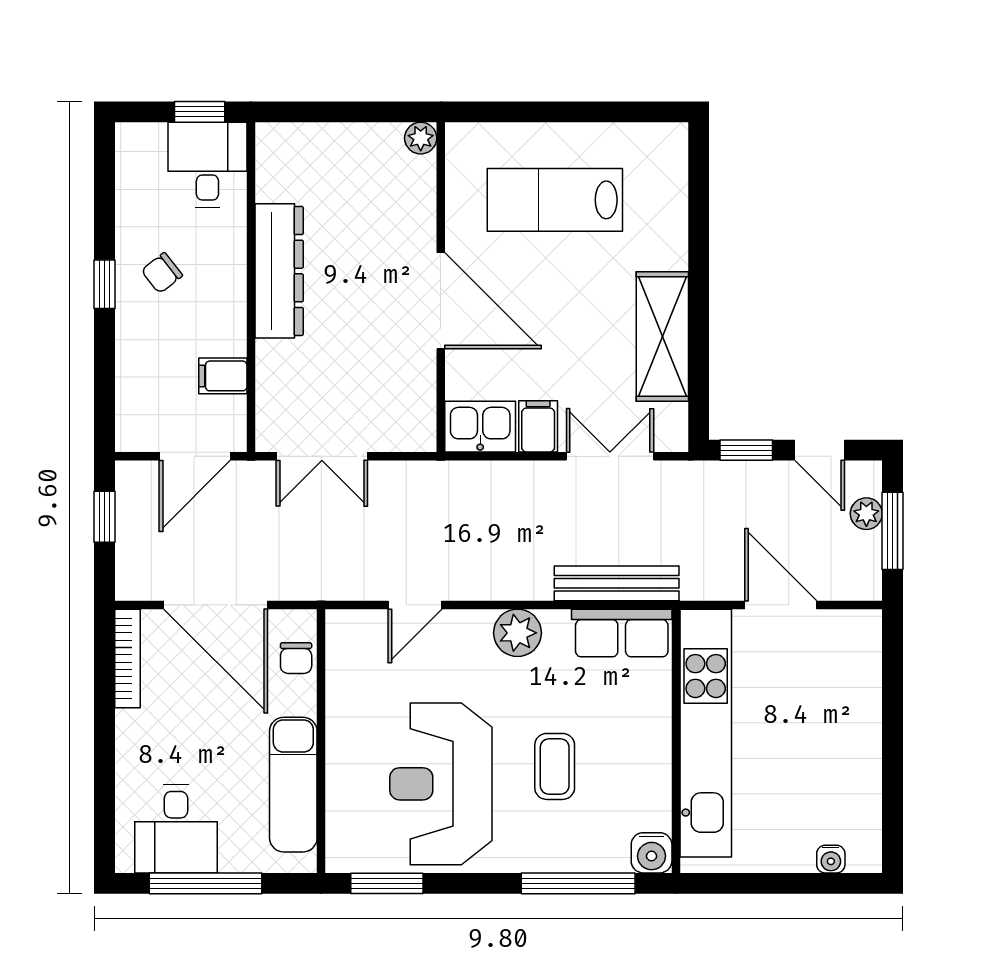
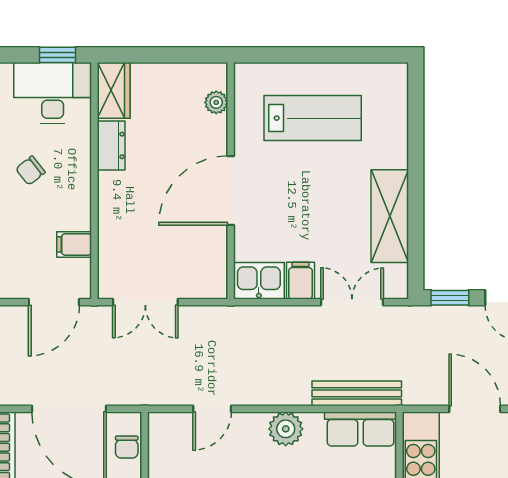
plant: (421, 138) -> (216, 102), moved
wardrobe: (278, 161) -> (114, 90), added
desk: (207, 165) -> (53, 93), width x1.37
lab bench: (555, 200) -> (313, 118), turned 180
dresser: (279, 271) -> (111, 145), width x0.51, depth x0.80
door: (441, 301) -> (231, 191), swing flipped

